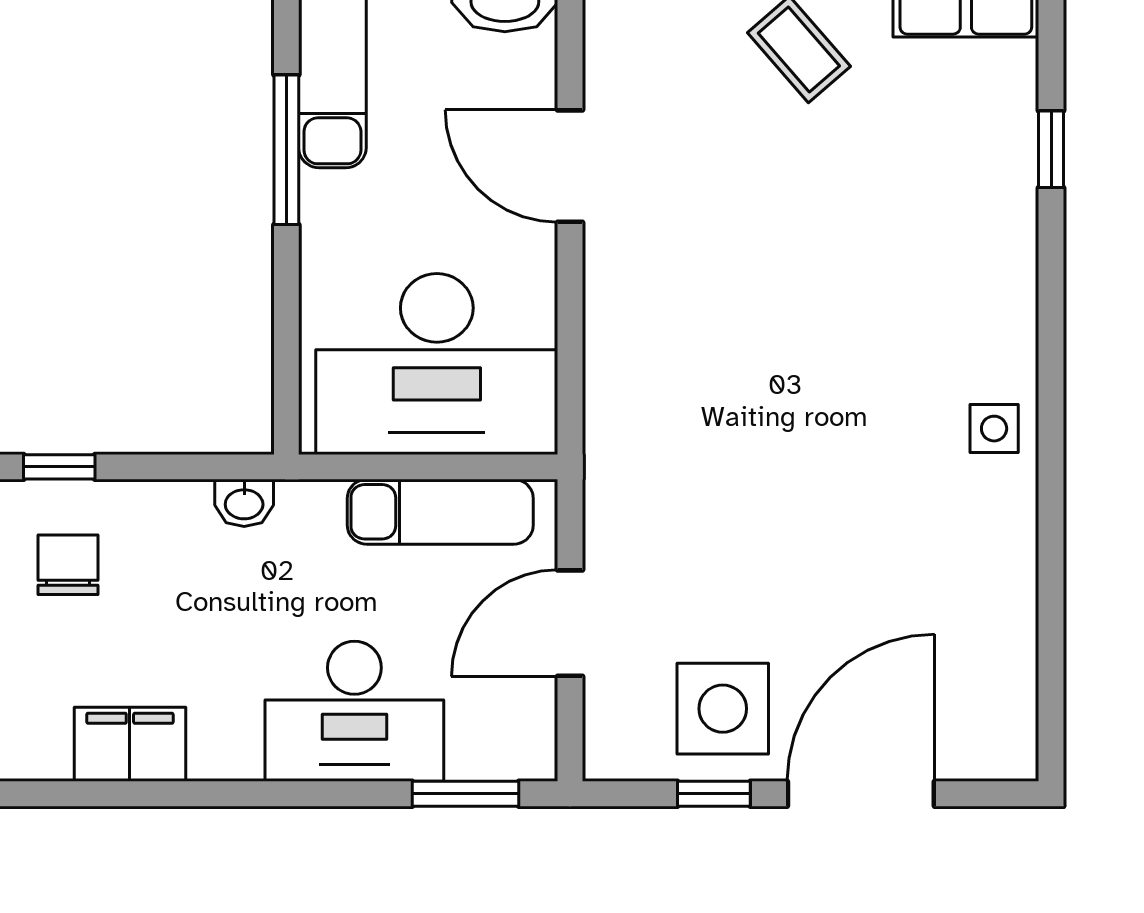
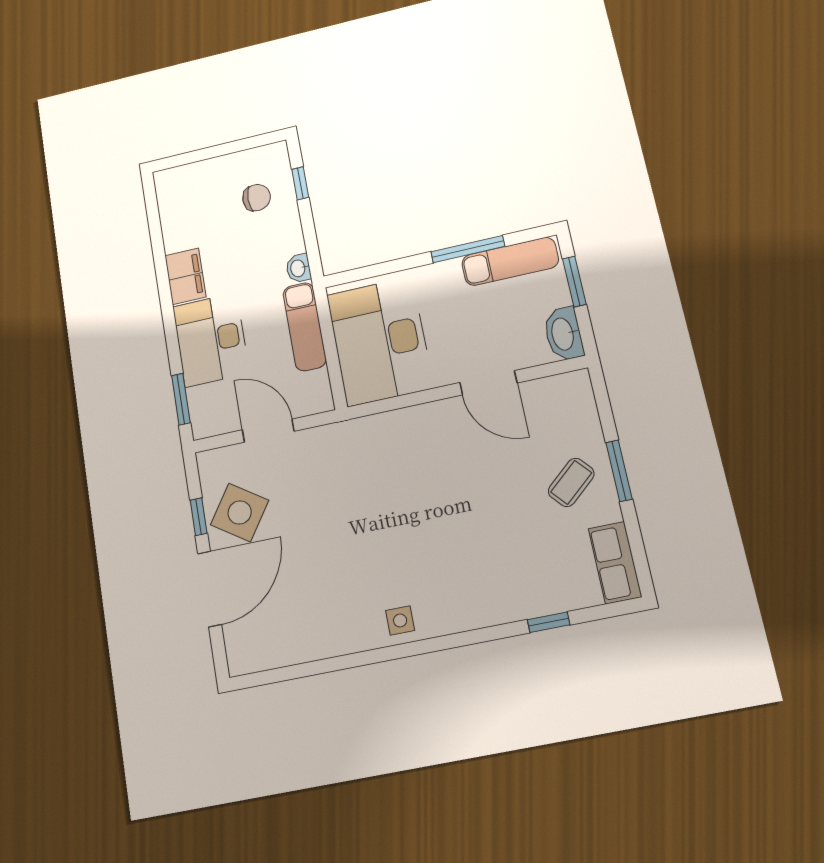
door: (570, 166) -> (488, 383), swing flipped
exam couch: (440, 512) -> (305, 327), moved
side table: (723, 709) -> (240, 512), turned 34
filing cabinet: (130, 744) -> (185, 276), moved
door: (861, 794) -> (209, 589), hinge flipped

